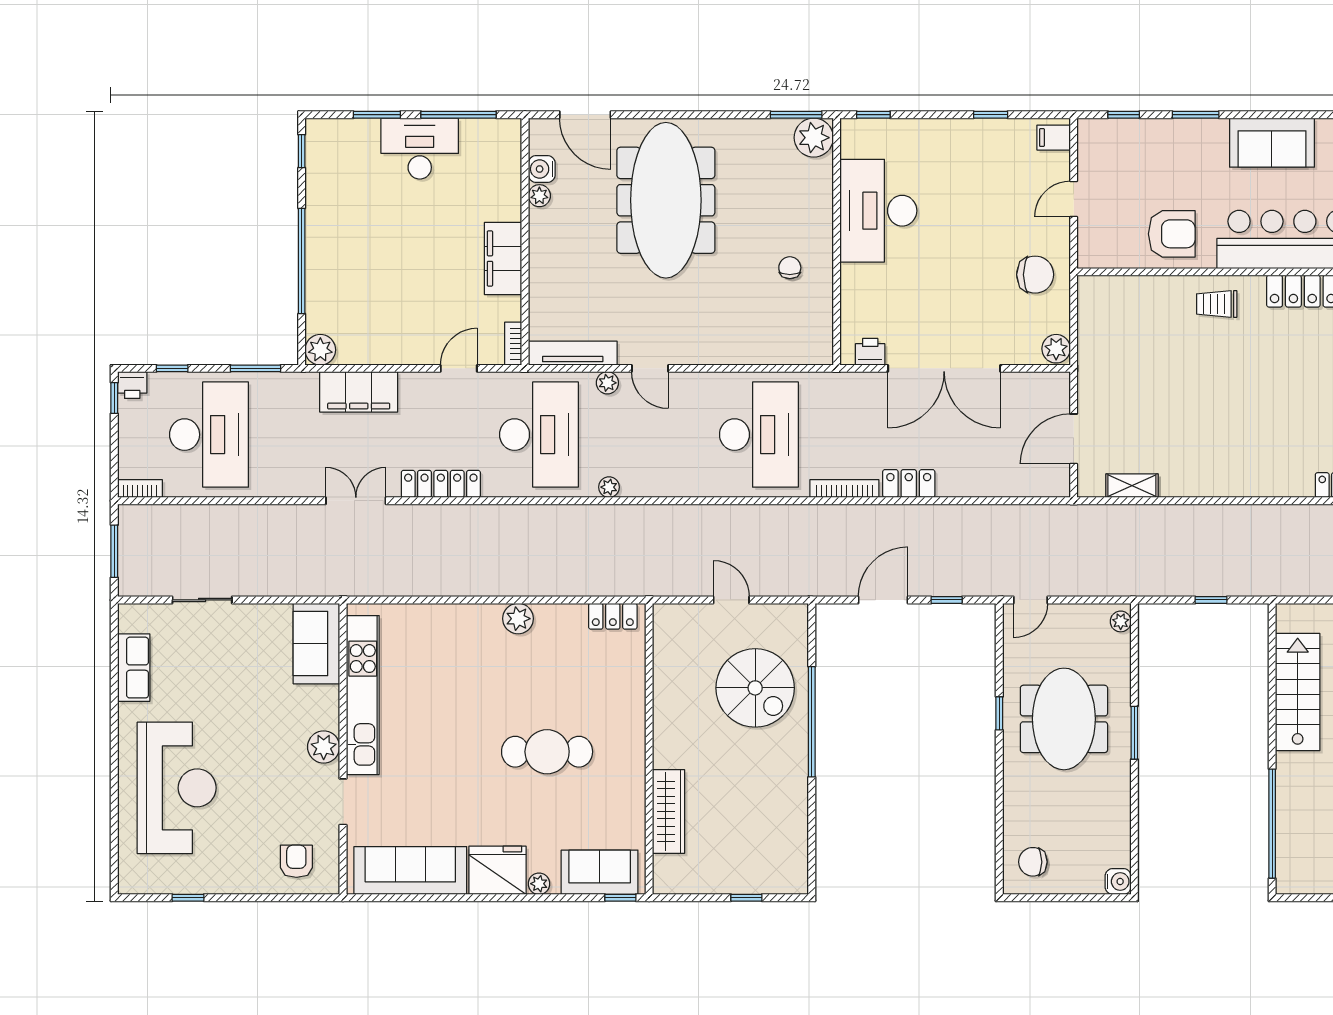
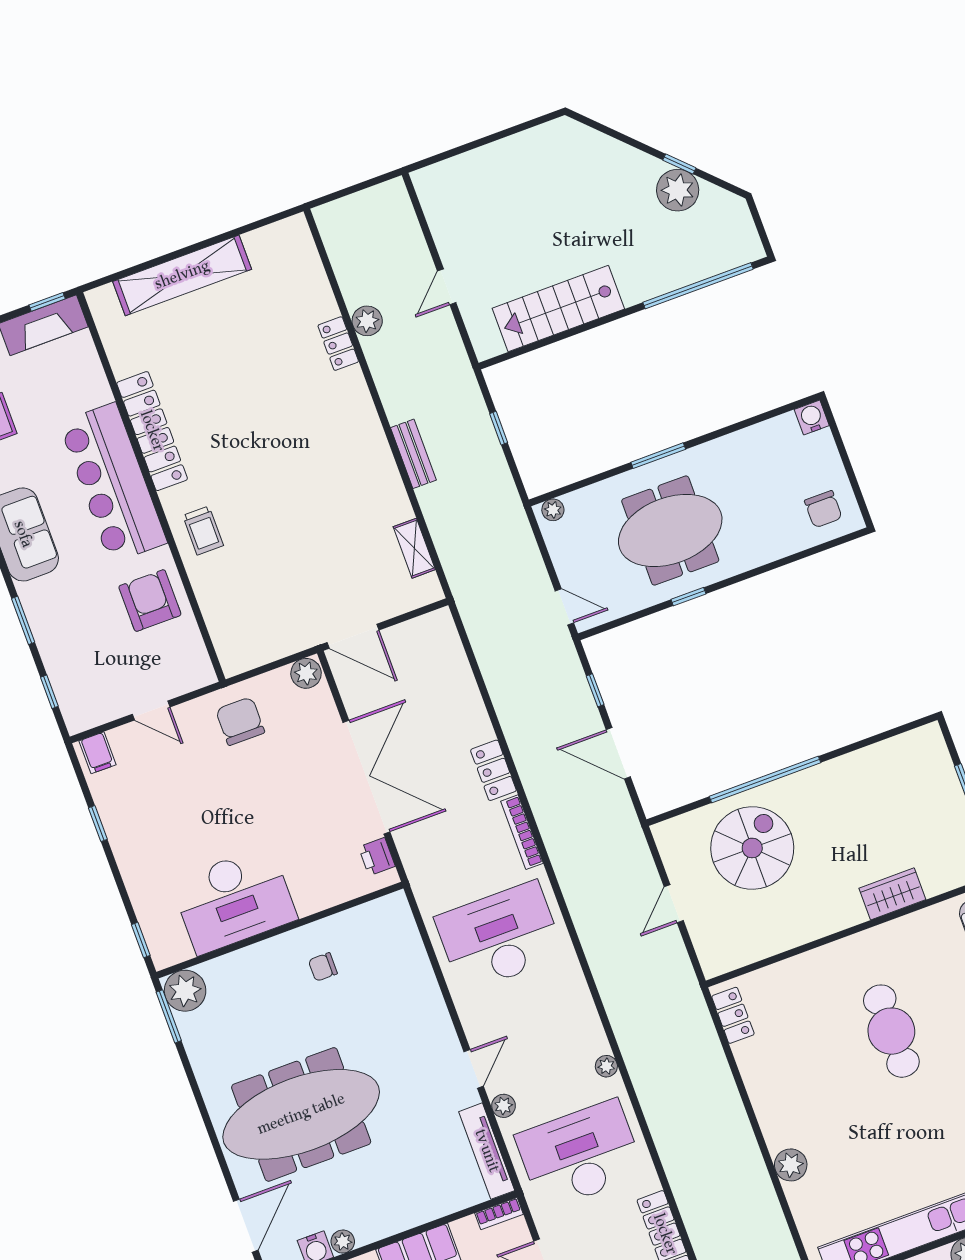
door: (1074, 439) -> (353, 636), moved
bench: (1216, 516) -> (413, 454), added
plant: (518, 619) -> (791, 1165), moved
wardrobe: (669, 811) -> (892, 894), width x0.67

